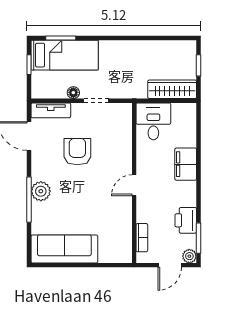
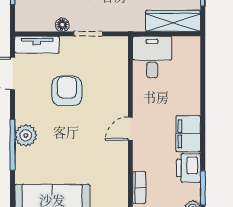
filing cabinet: (186, 164) -> (188, 134), moved

